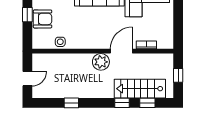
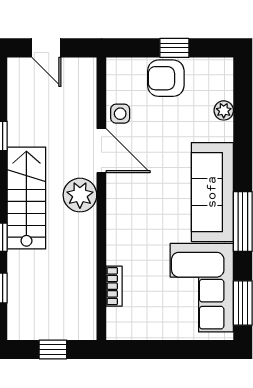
armchair: (43, 19) -> (166, 78), turned 90
door: (121, 51) -> (101, 151), moved
stairs: (140, 89) -> (26, 198), moved

